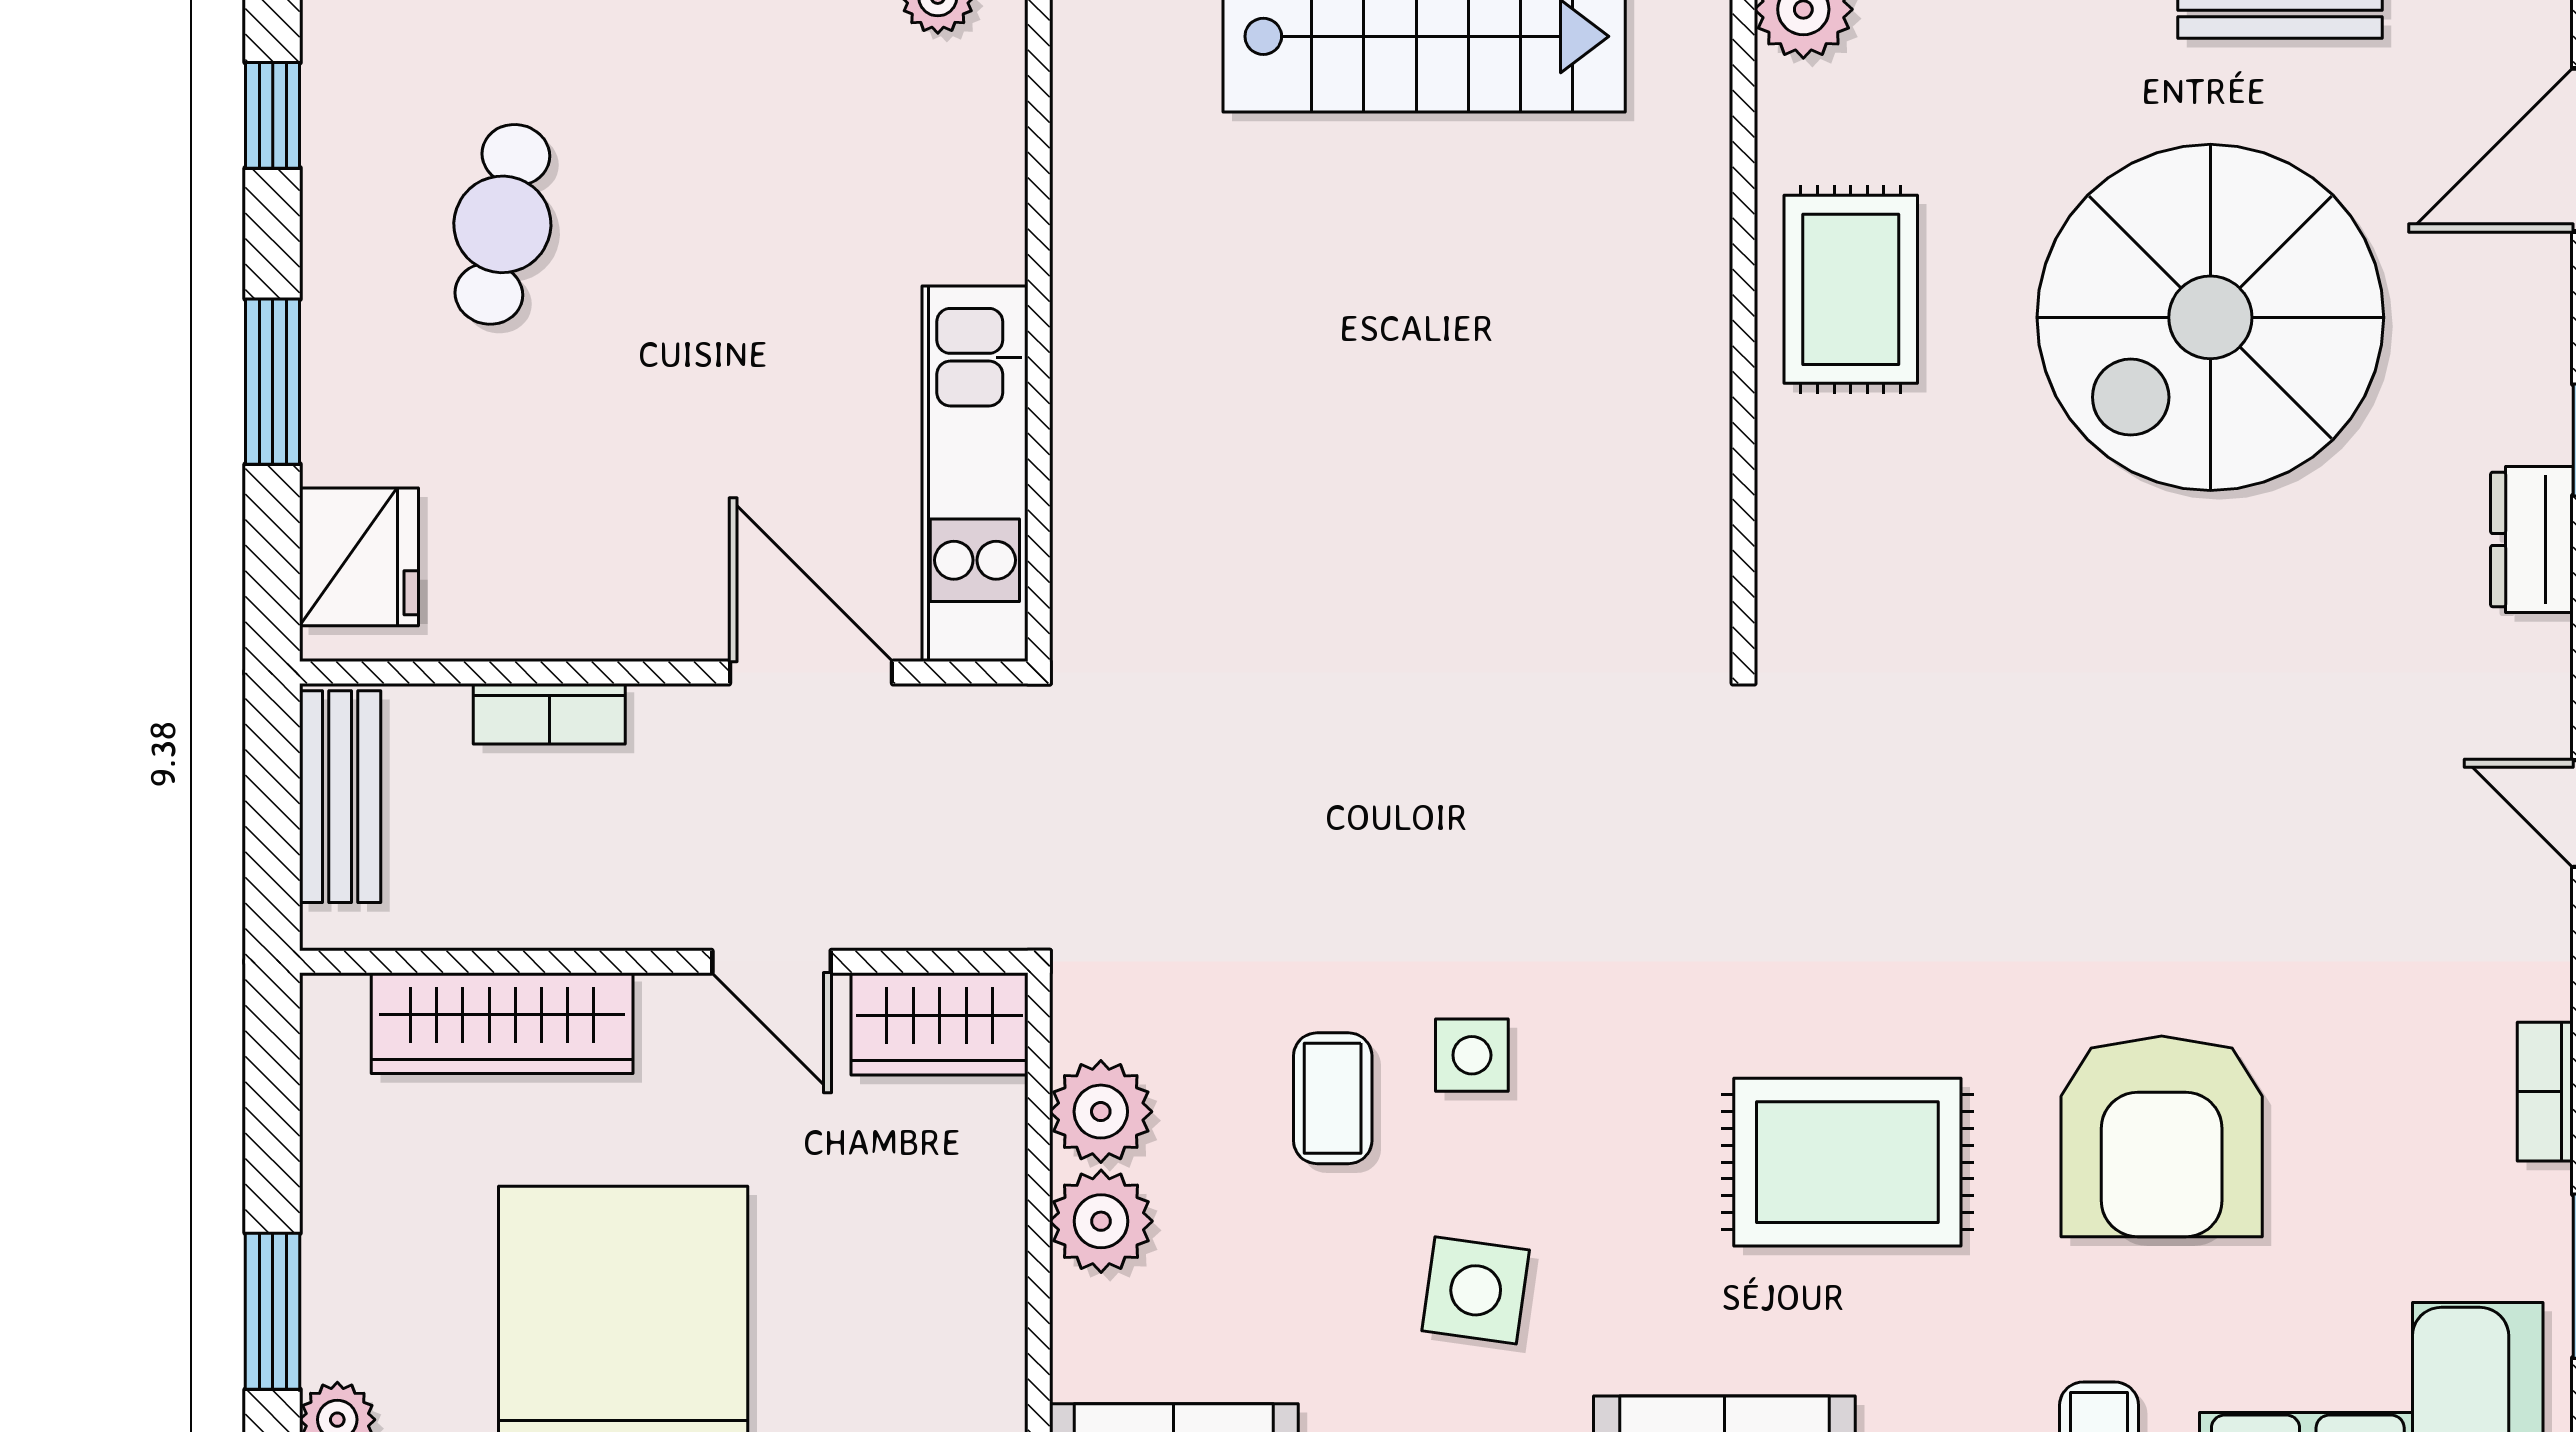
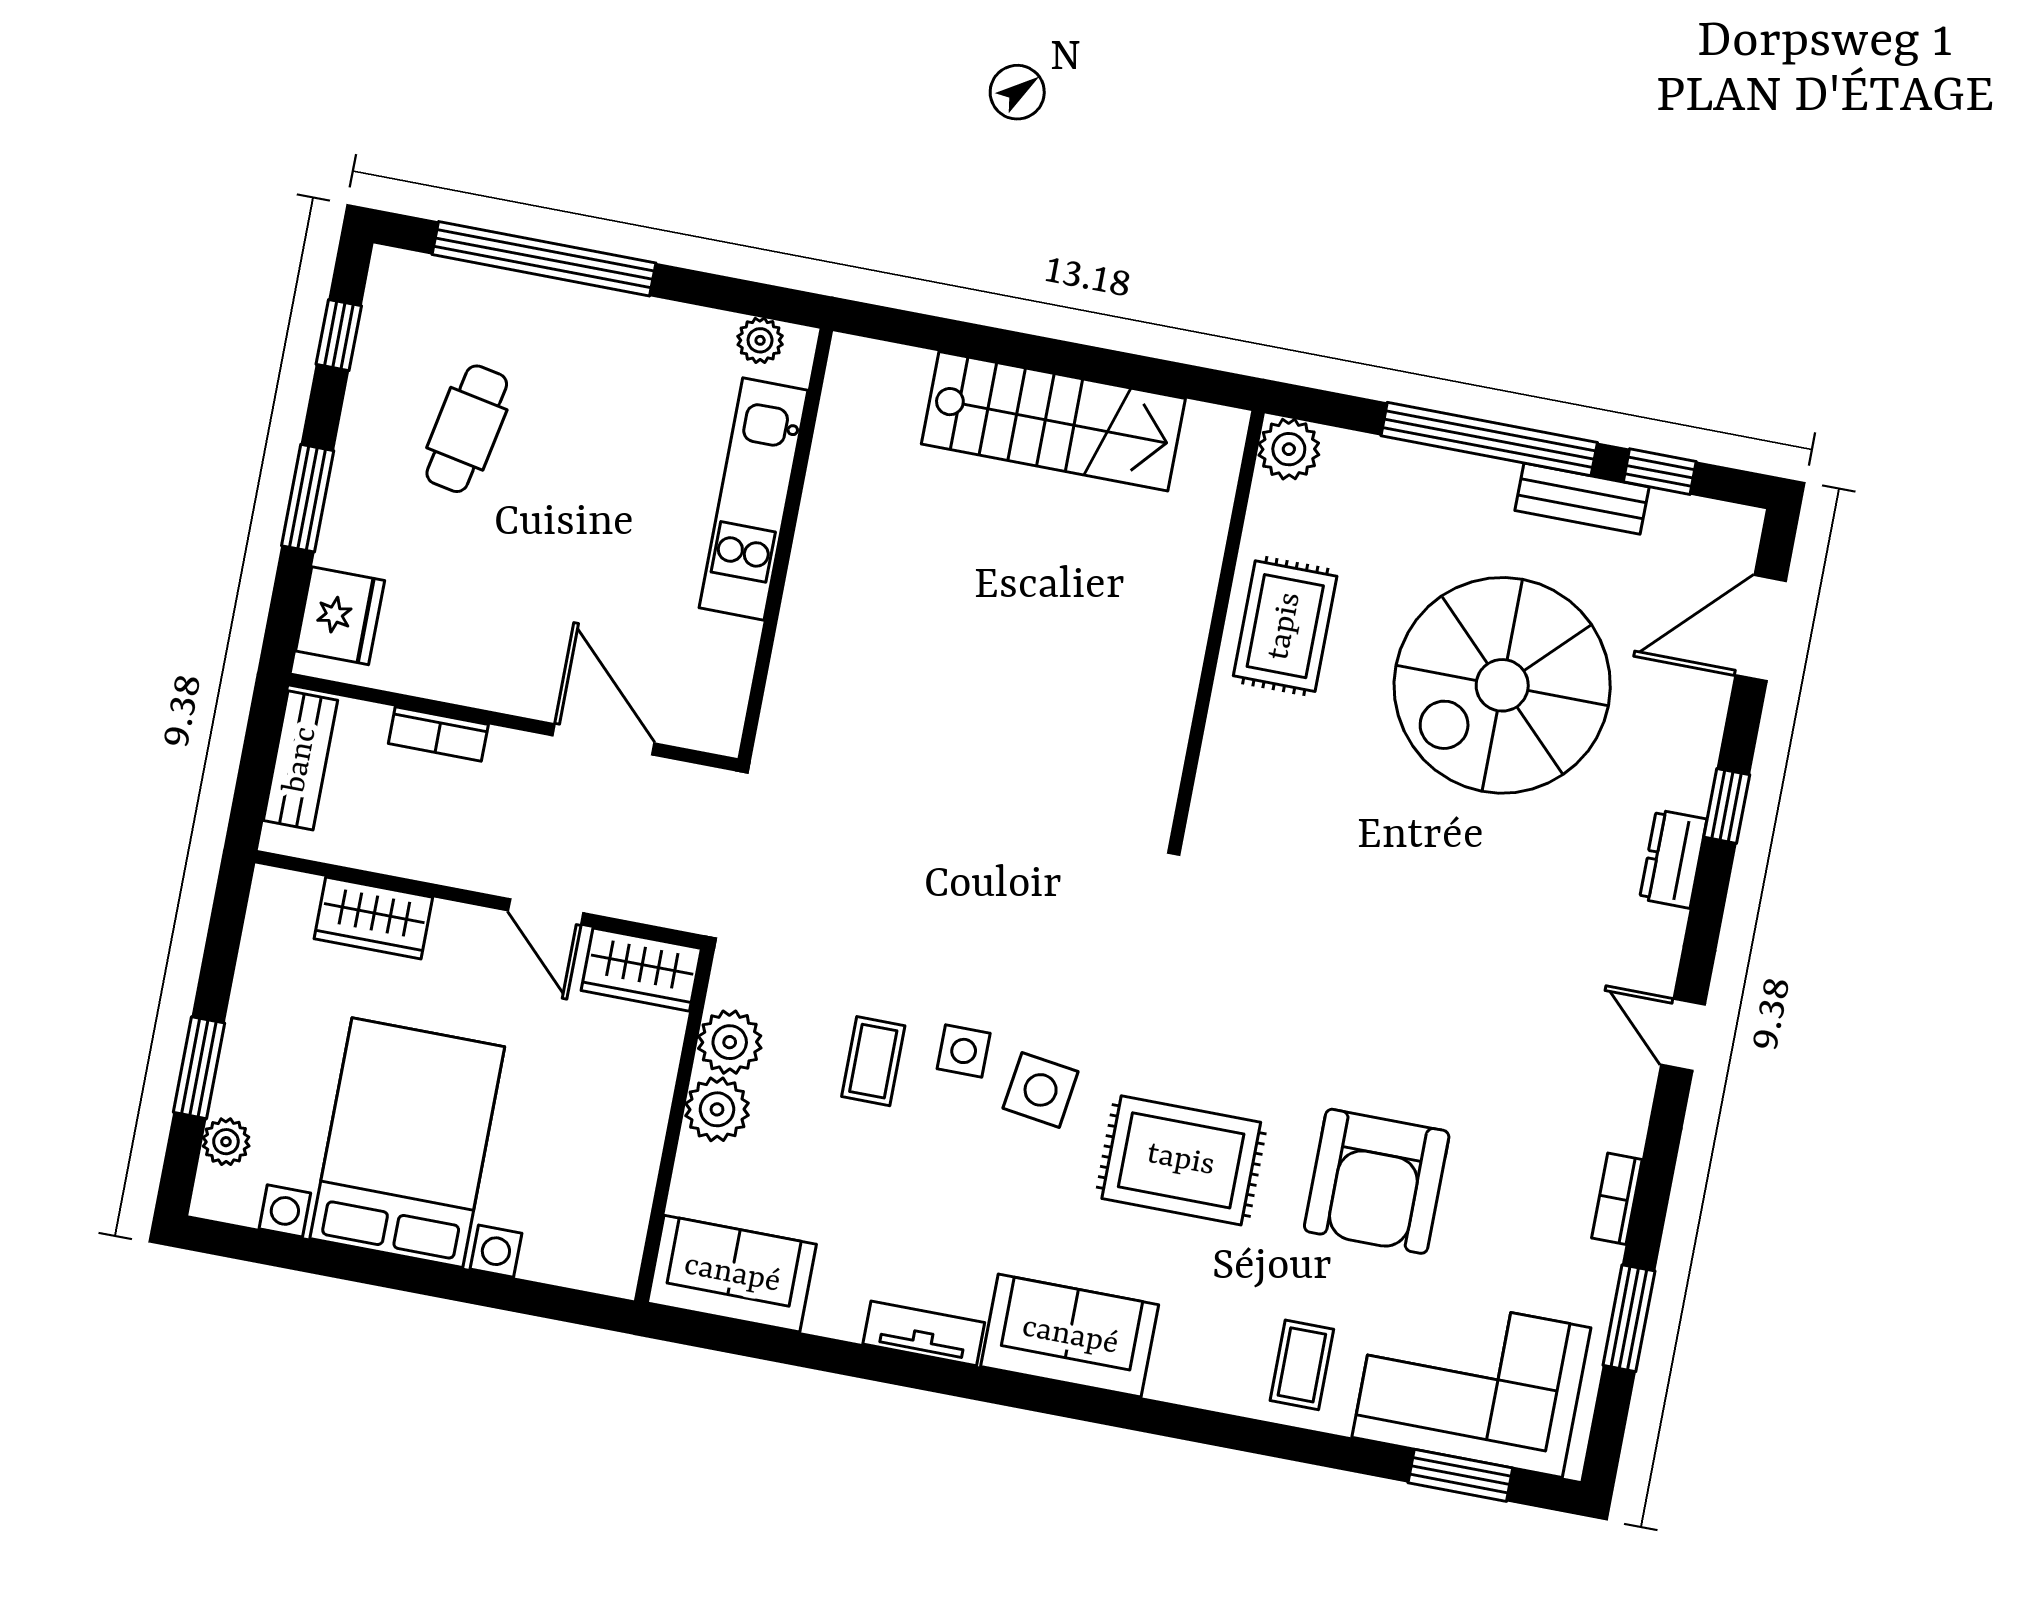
kitchen unit: (975, 474) -> (753, 499), moved
wardrobe: (502, 1023) -> (373, 918), width x0.67
side table: (1476, 1290) -> (1041, 1090), moved

